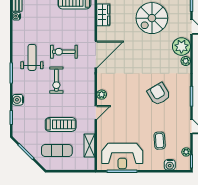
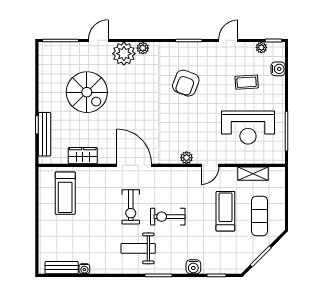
exercise bike: (56, 80) -> (168, 217), turned 180
armchair: (159, 94) -> (186, 83), turned -38
door: (96, 113) -> (210, 165), swing flipped
reception desk: (122, 156) -> (248, 128), moved, turned 90

